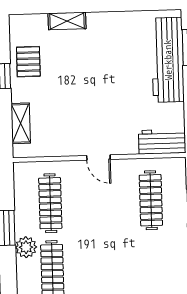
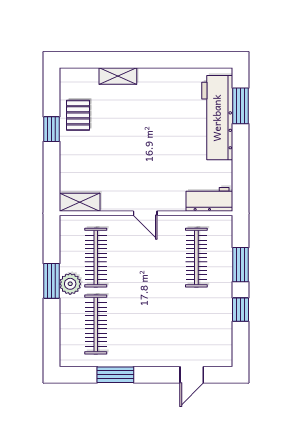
shelving: (21, 123) -> (80, 202), moved, turned 90
plant: (26, 247) -> (70, 284), moved

